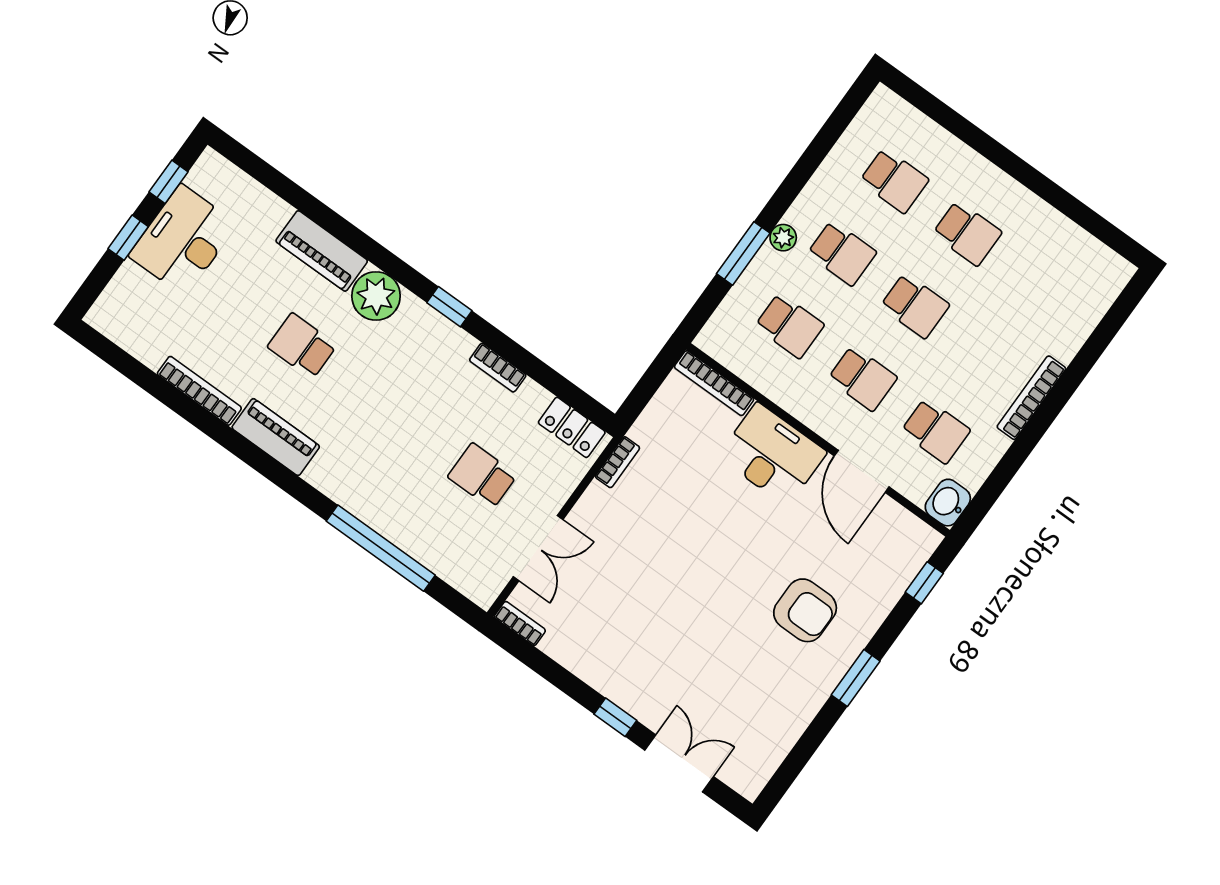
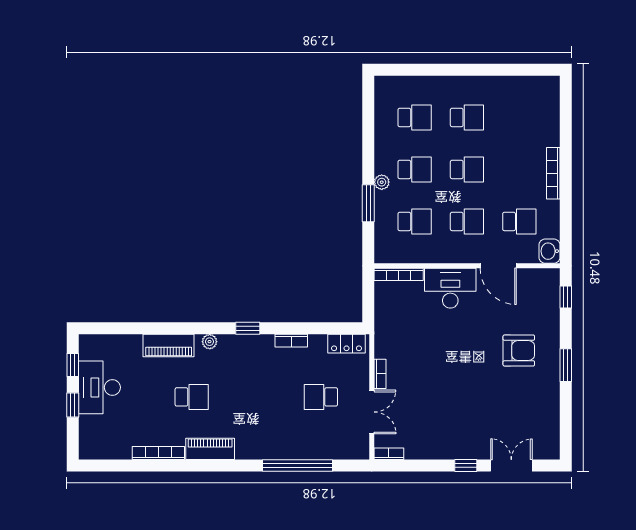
plant: (376, 296) -> (210, 342), width x0.53, depth x0.53
school desk: (302, 346) -> (192, 397), turned 180
bookcase: (617, 462) -> (380, 374), moved

